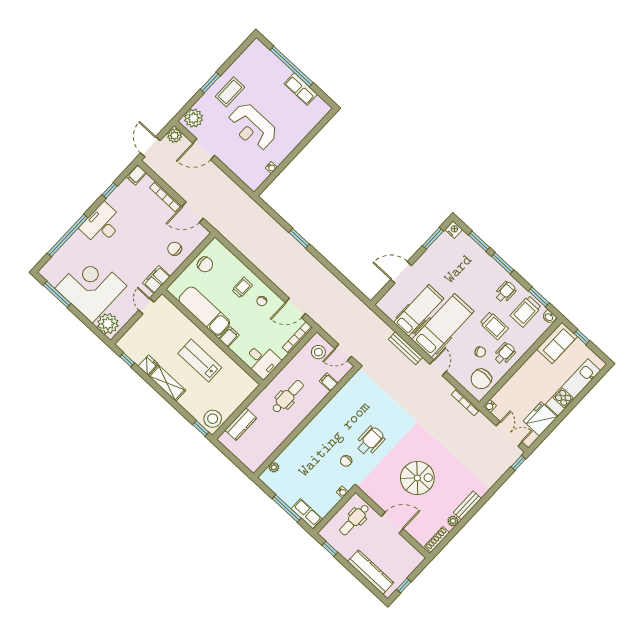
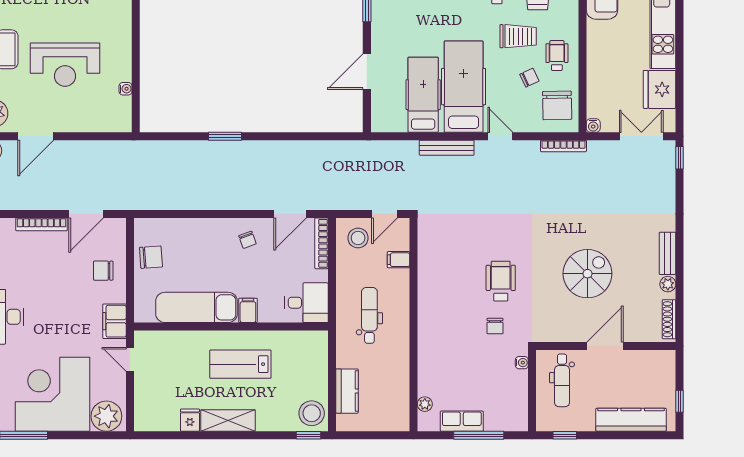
trolley: (242, 288) -> (213, 245), removed
window: (127, 360) -> (163, 435), removed
row of seats: (306, 514) -> (462, 421), moved

